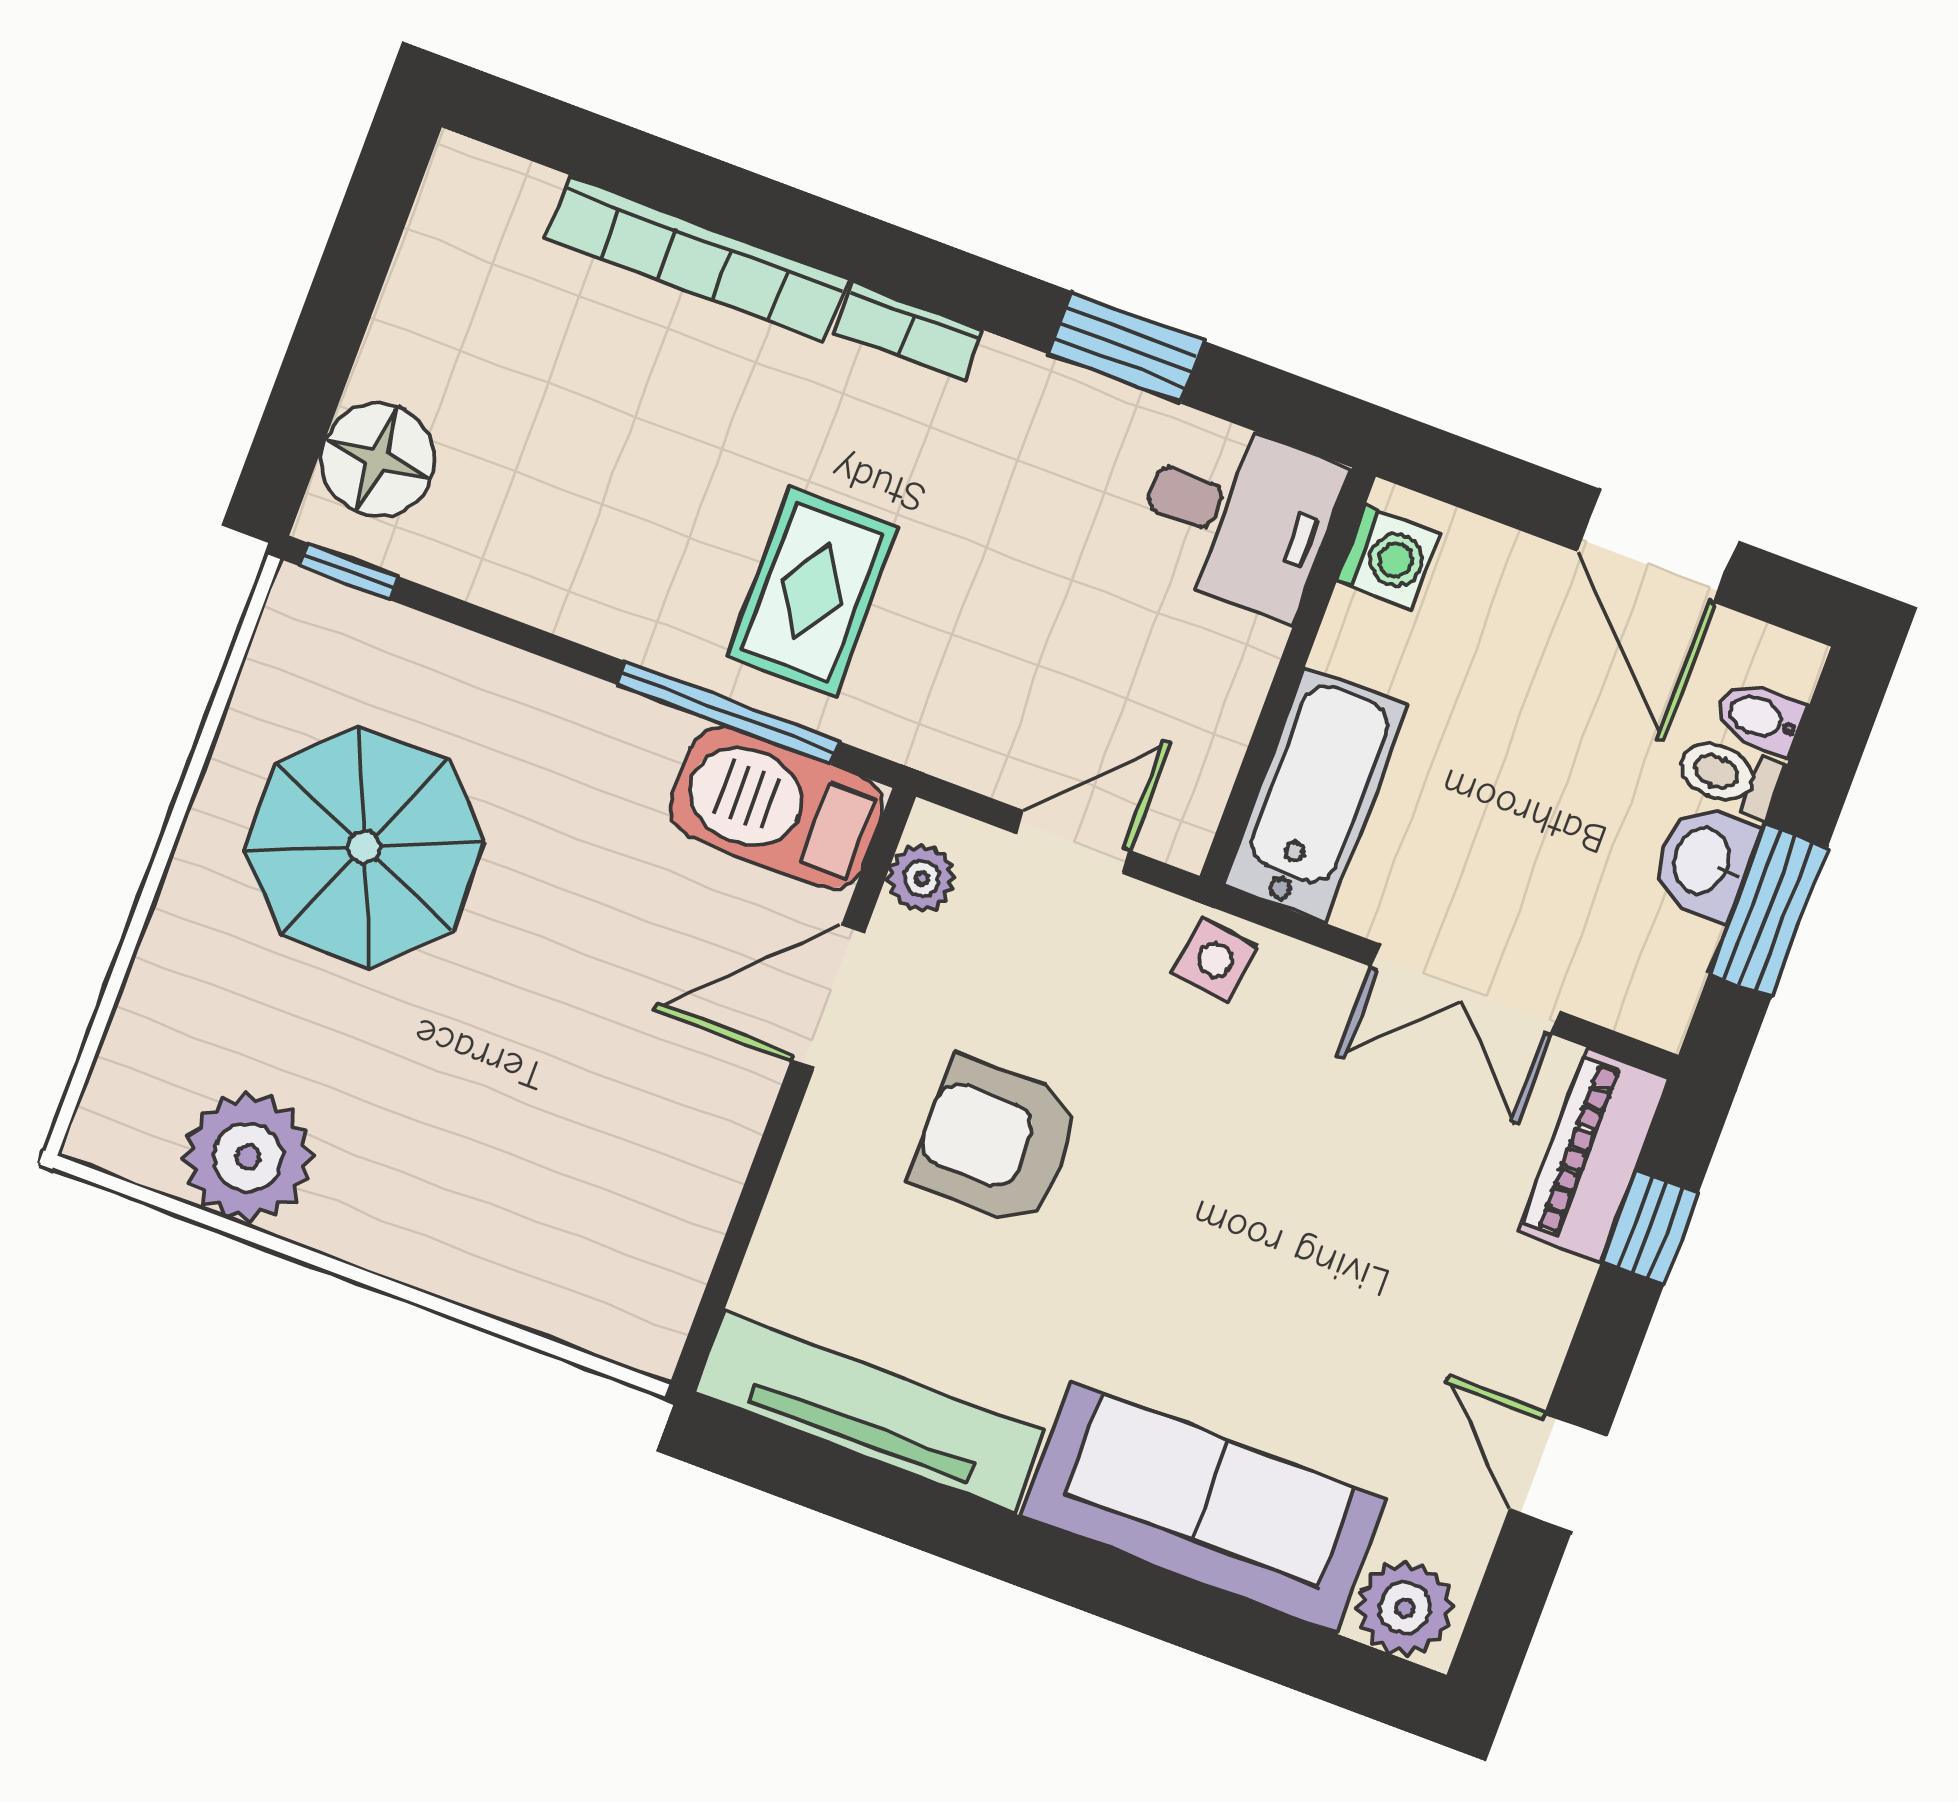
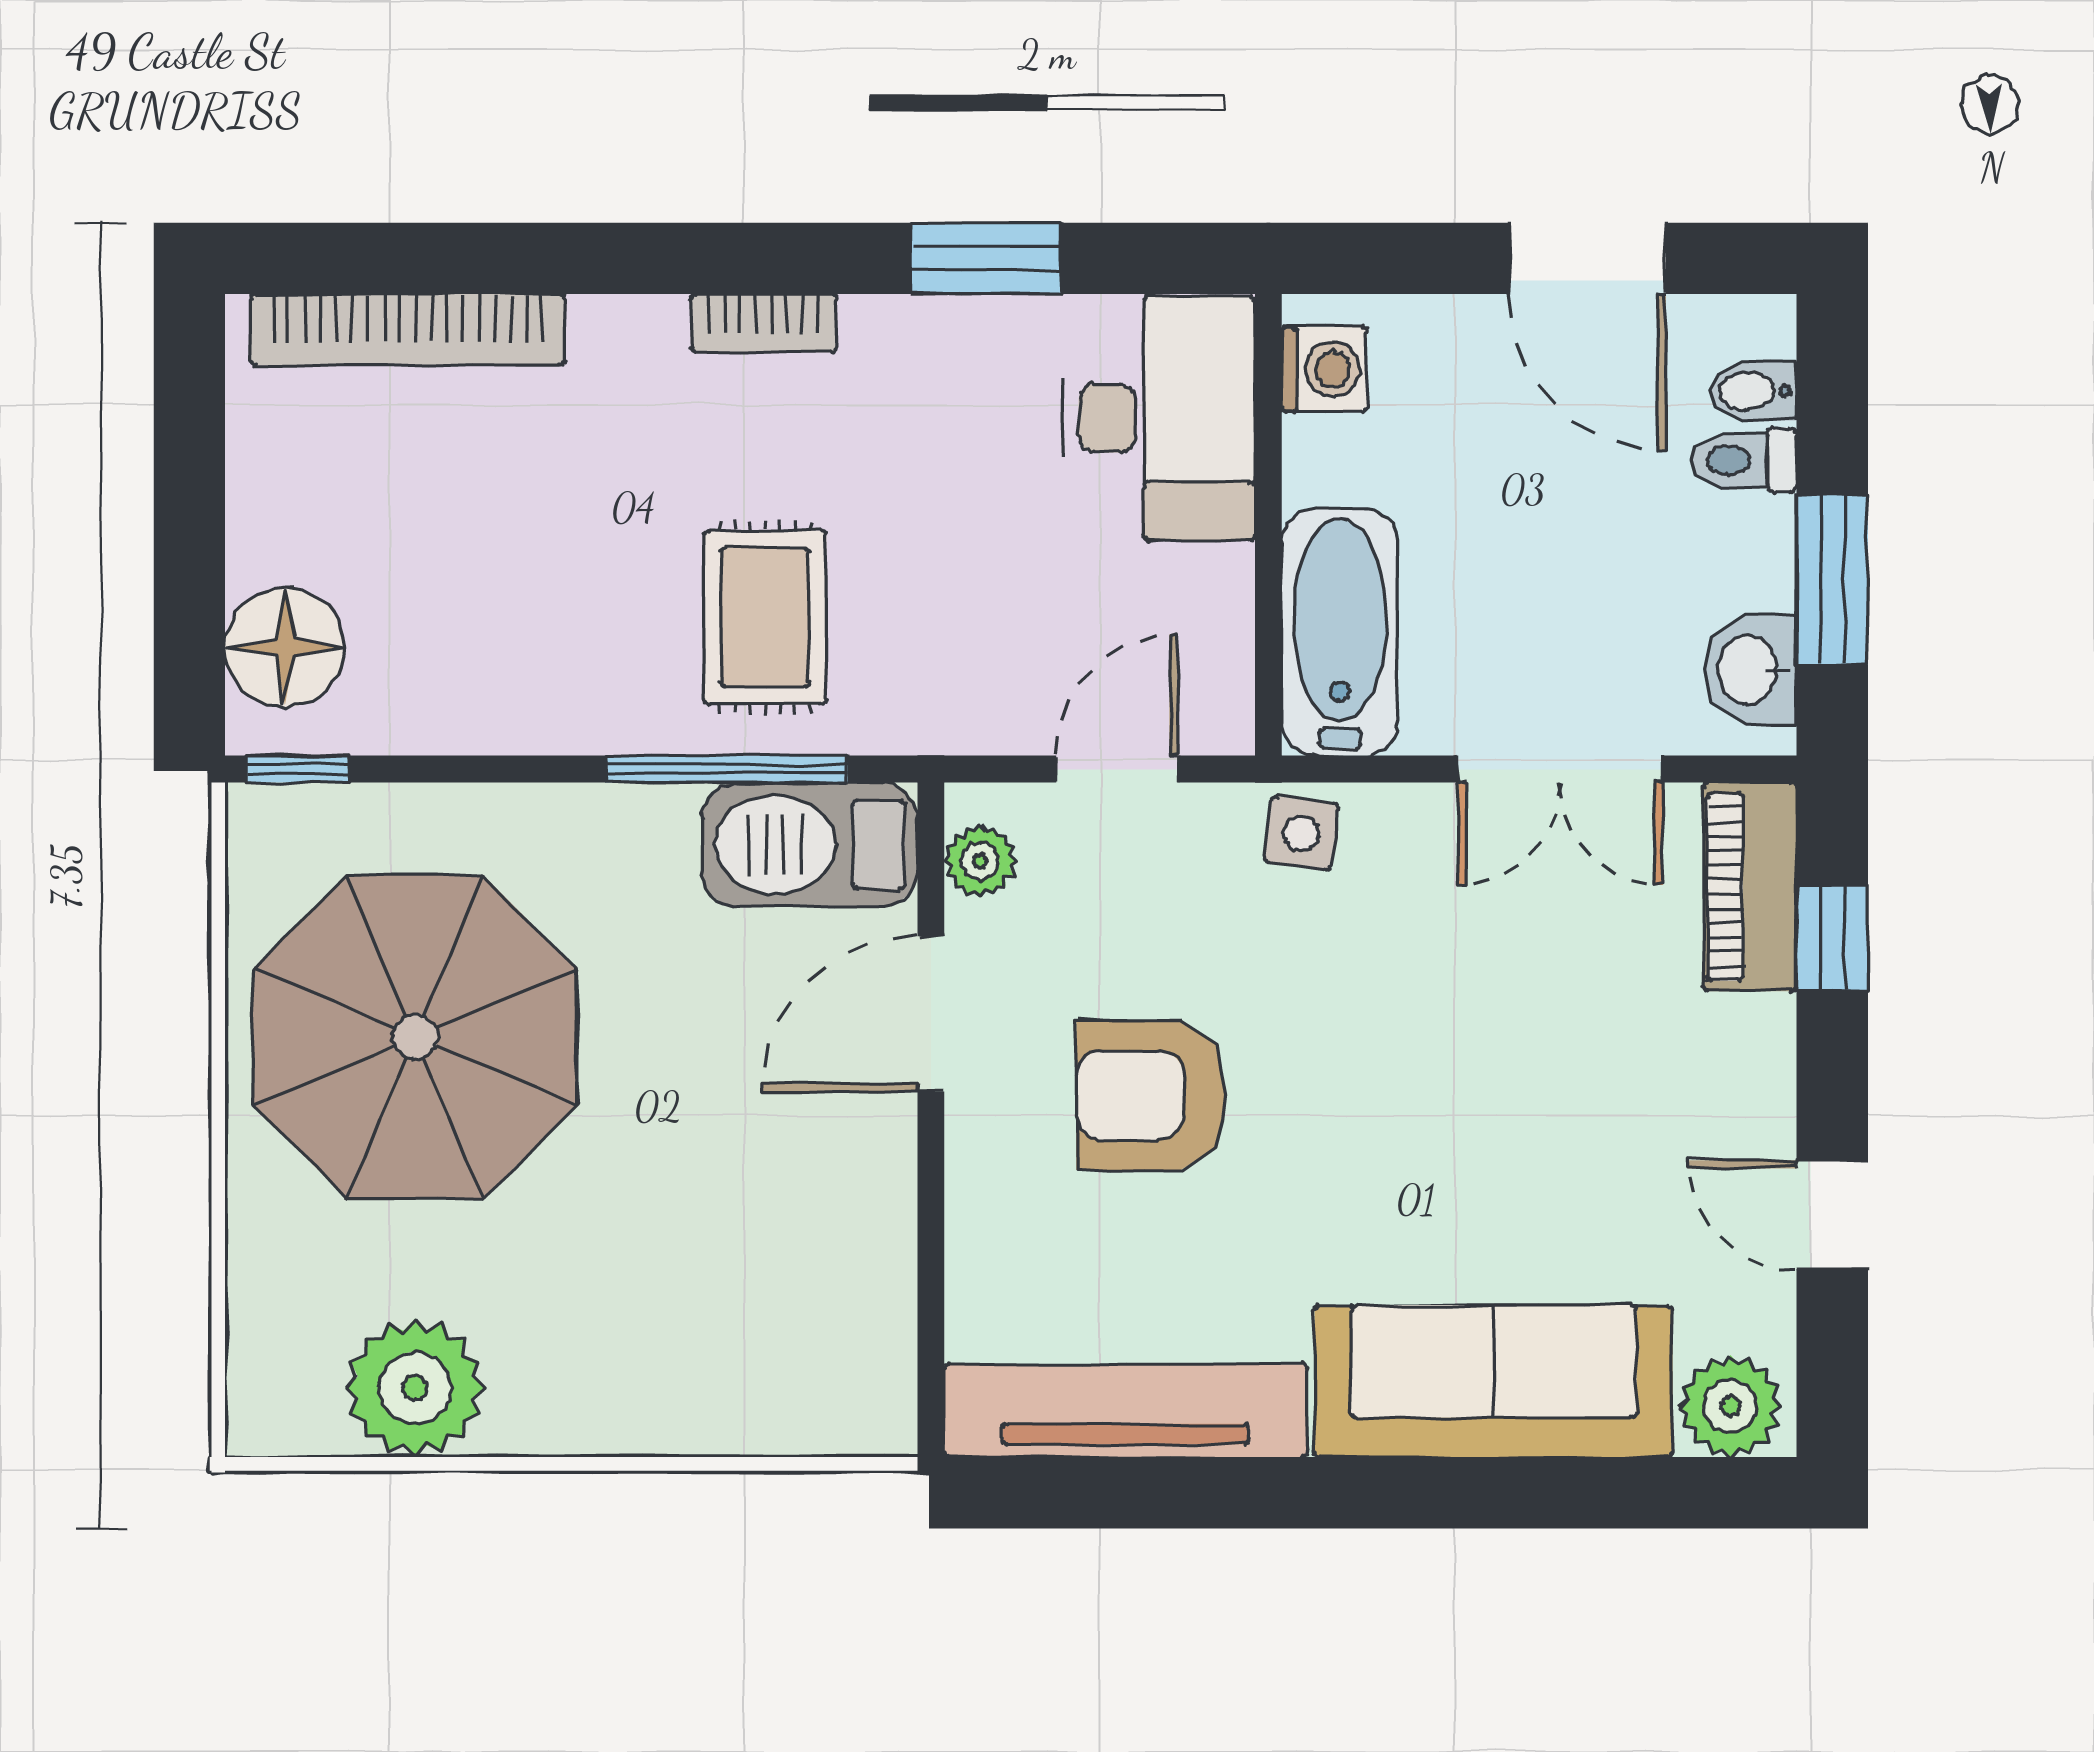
bookcase: (697, 259) -> (408, 330), moved
desk: (1237, 517) -> (1159, 418), width x1.37
parasol: (364, 847) -> (415, 1037), width x1.36, depth x1.36
washbasin: (1704, 862) -> (1750, 670), moved

